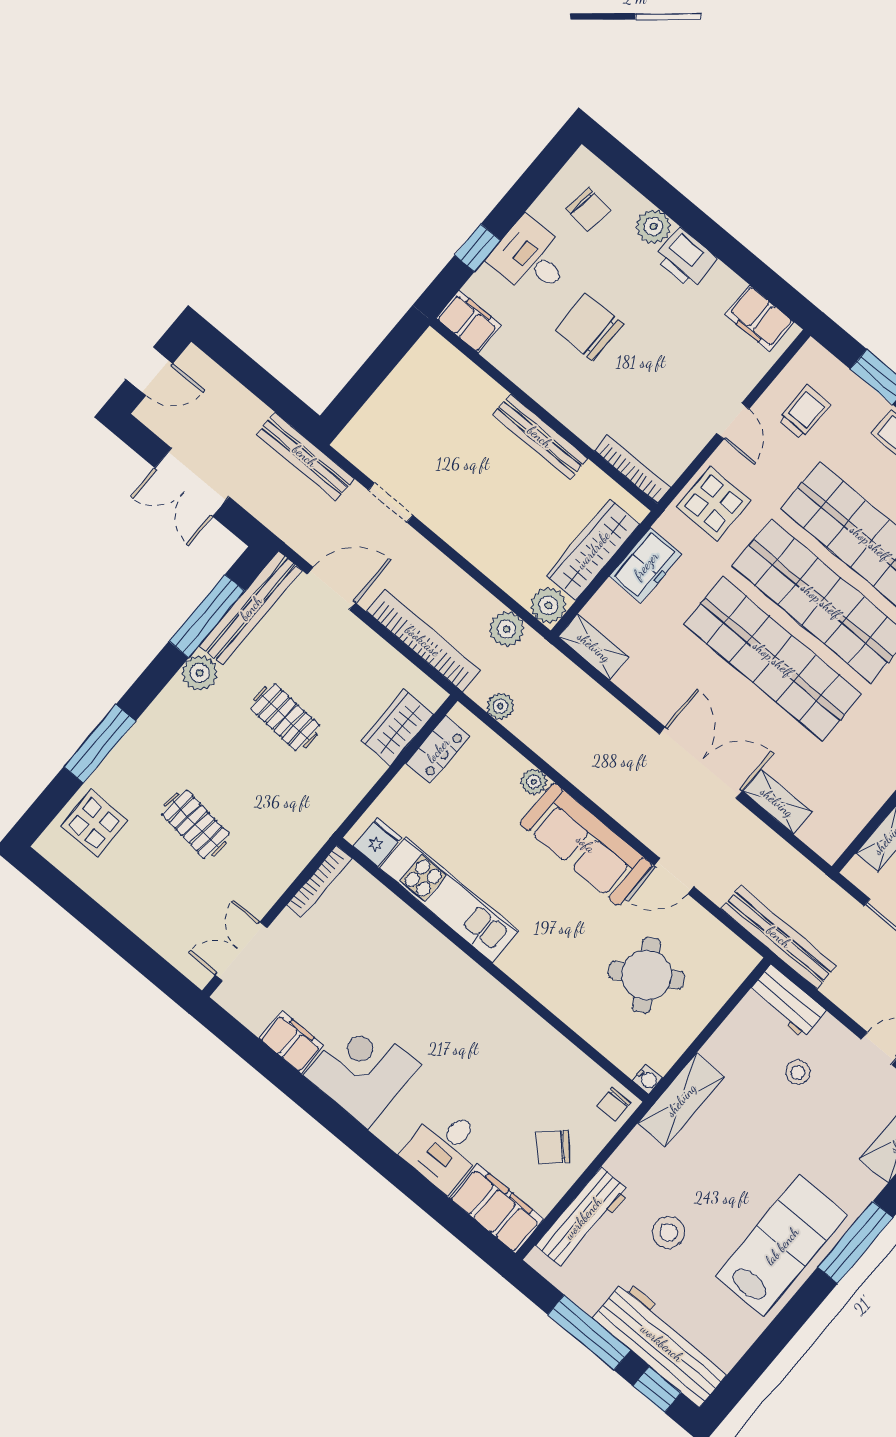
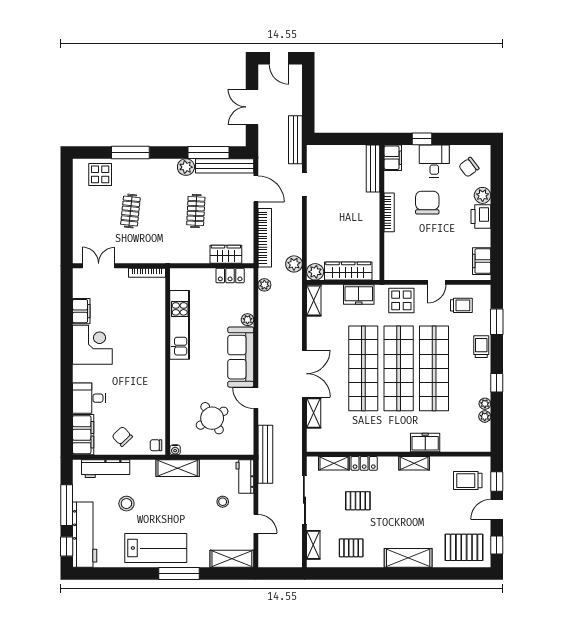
chair: (588, 210) -> (469, 167), turned 46
bench: (540, 437) -> (373, 169), moved
bookcase: (632, 469) -> (389, 212), moved
fridge: (377, 842) -> (179, 282), removed

